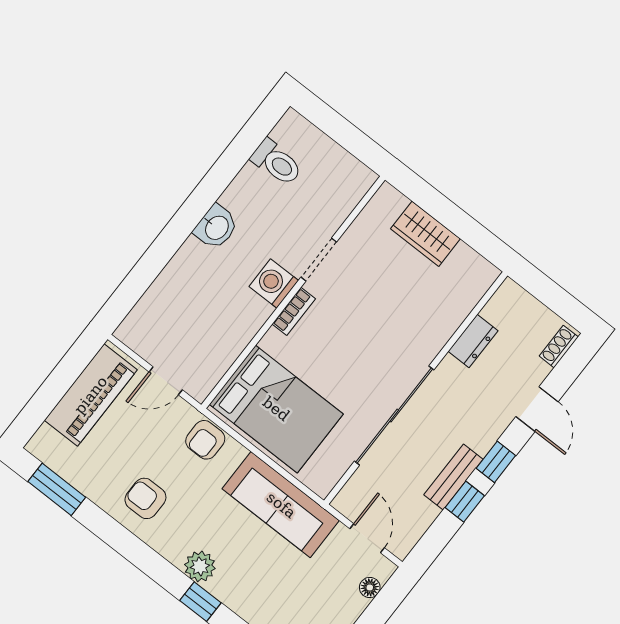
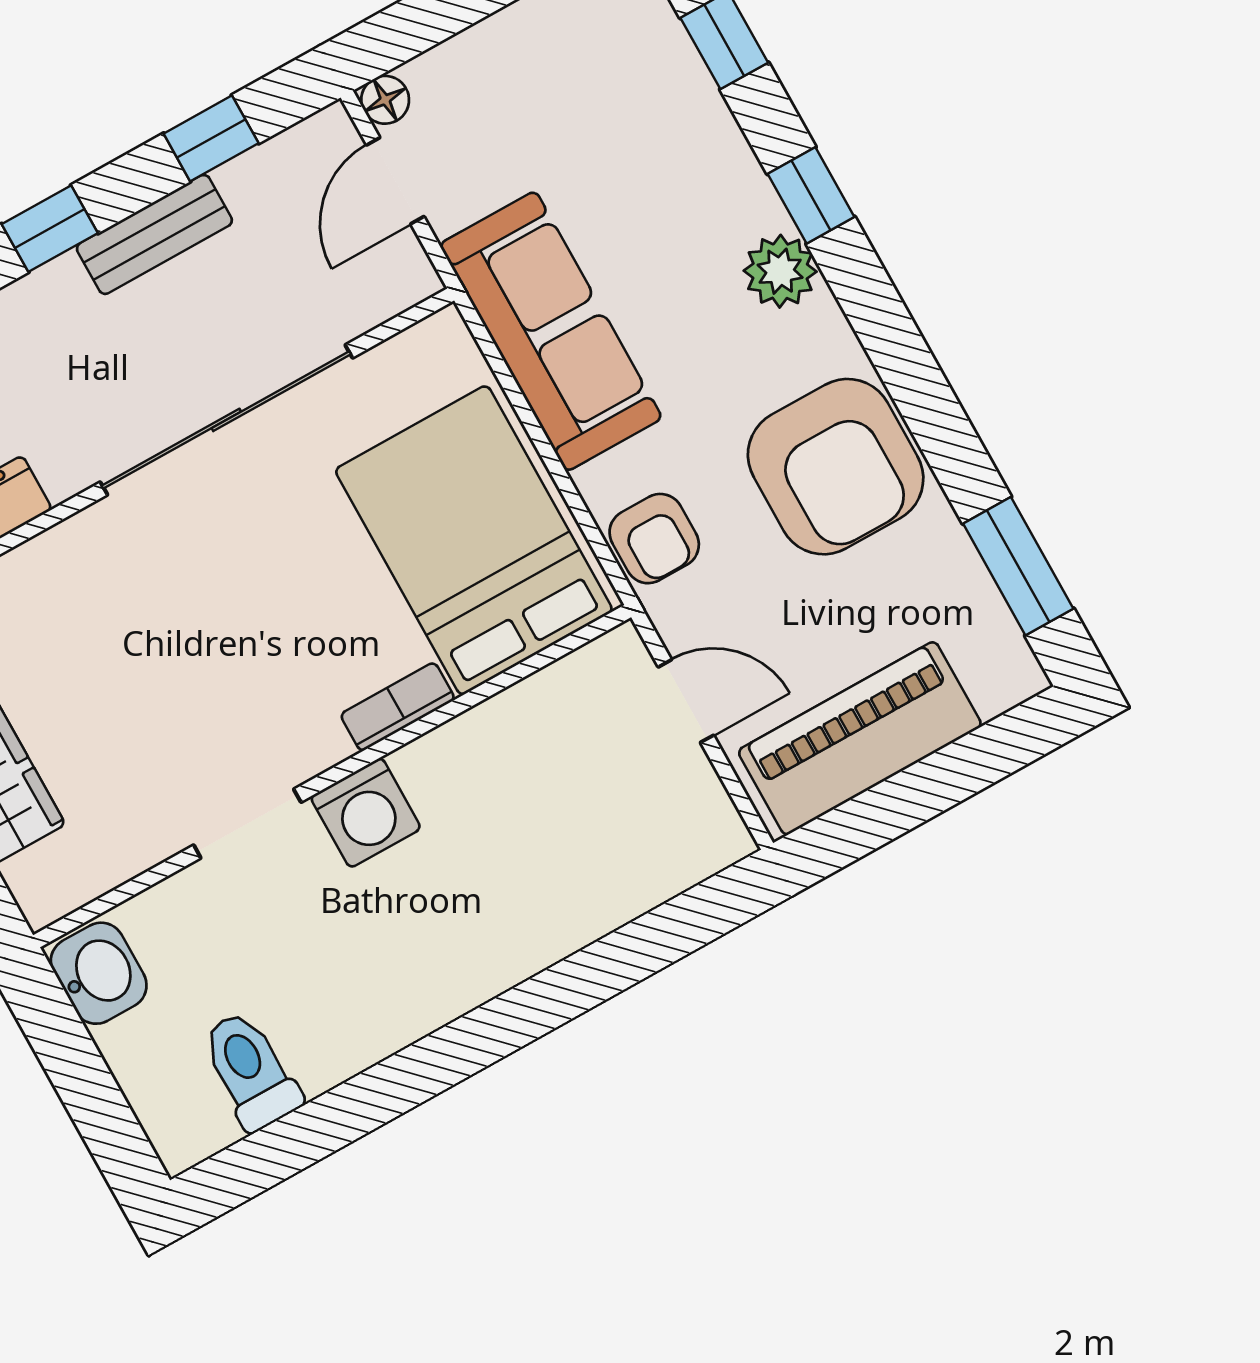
washbasin: (216, 227) -> (99, 973), moved, turned 90
bookcase: (294, 311) -> (398, 707), moved
armchair: (205, 440) -> (654, 539), turned 90
armchair: (145, 498) -> (836, 467), width x1.88, depth x1.88
window: (465, 502) -> (211, 138), moved
floor lamp: (370, 587) -> (385, 100), moved

